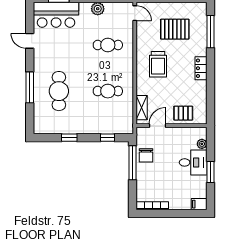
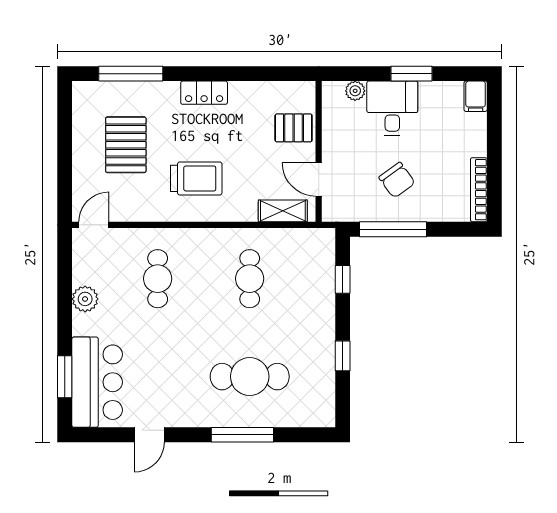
pallet: (183, 113) -> (294, 128), turned 90
chair: (146, 155) -> (397, 180), moved, turned 54

